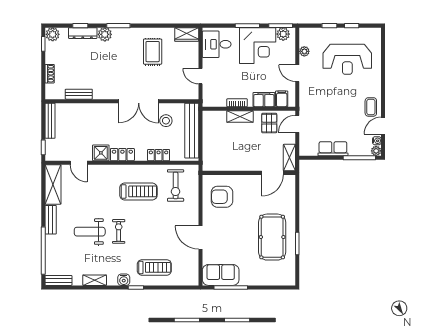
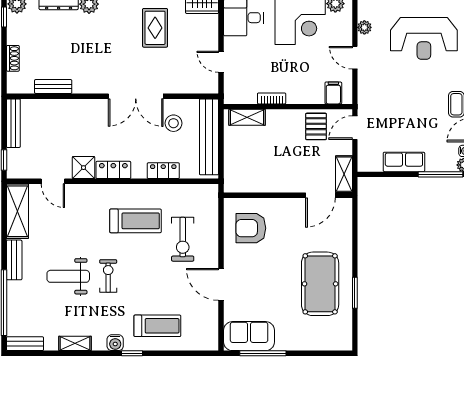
filing cabinet: (264, 100) -> (309, 94), removed
shelving: (240, 116) -> (247, 117), moved
exercise bike: (176, 185) -> (183, 239), moved

